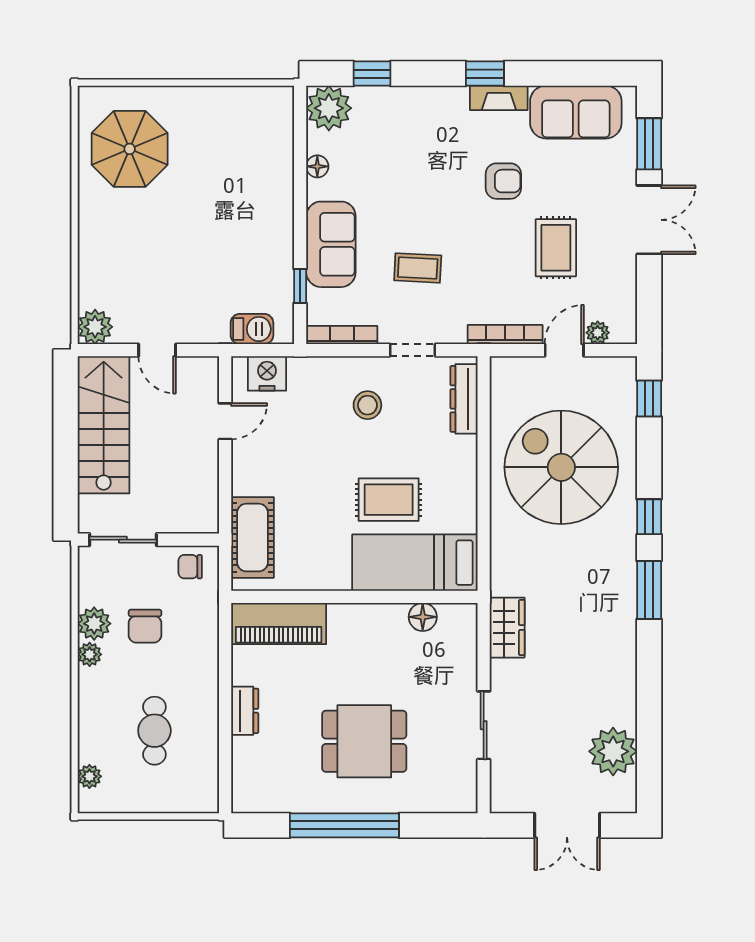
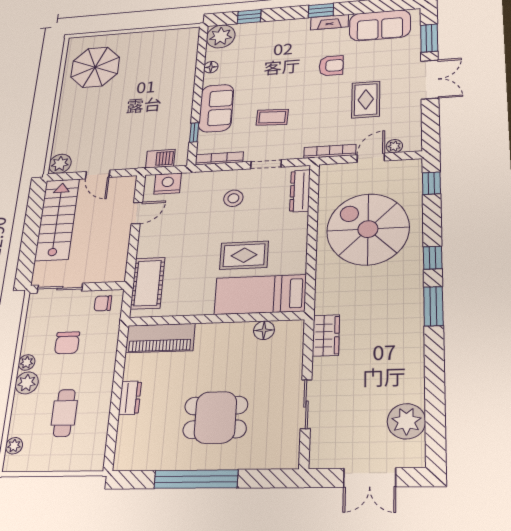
plant: (94, 624) -> (27, 383), moved

